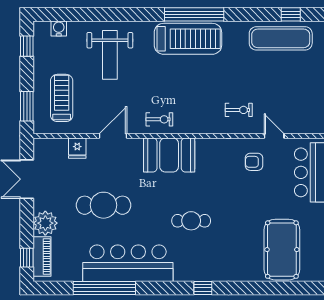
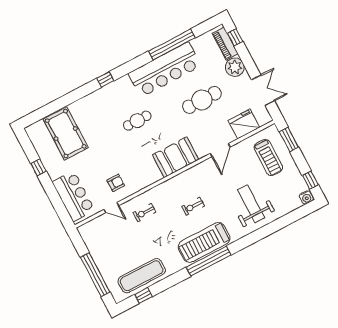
water cooler: (59, 28) -> (306, 197), moved
exercise bike: (159, 119) -> (193, 206), moved
fridge: (77, 148) -> (244, 124), width x1.88, depth x1.34

